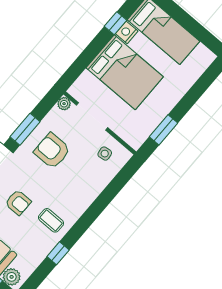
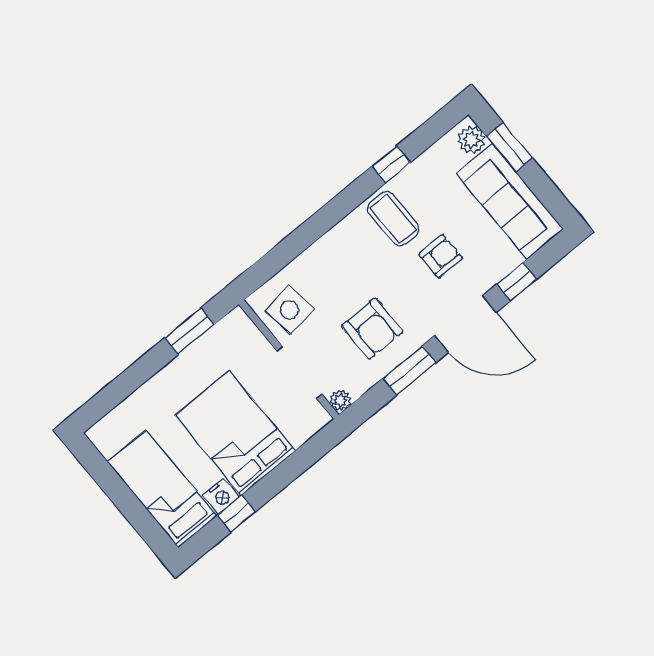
side table: (105, 154) -> (289, 310), width x1.87, depth x1.87
armchair: (18, 202) -> (441, 256), turned 90
coffee table: (51, 220) -> (393, 219), width x1.36, depth x1.30

